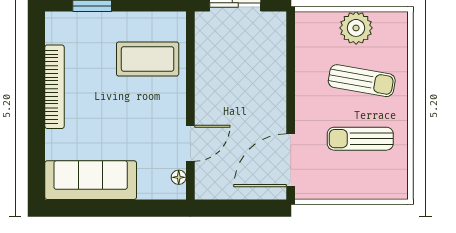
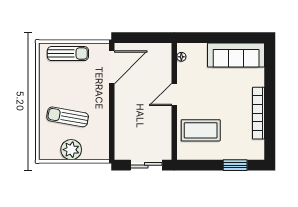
sun lounger: (360, 139) -> (68, 54), moved
door: (190, 143) -> (174, 94), moved

